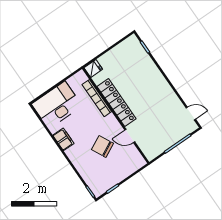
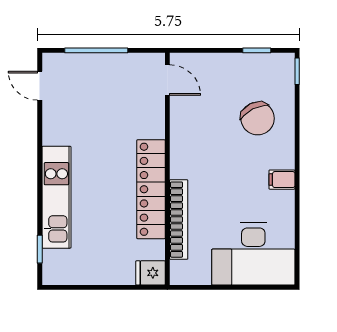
kitchen unit: (153, 73) -> (56, 197), added
door: (130, 136) -> (167, 80), moved
filing cabinet: (63, 139) -> (282, 180), width x0.50
chair: (102, 146) -> (258, 118), moved

